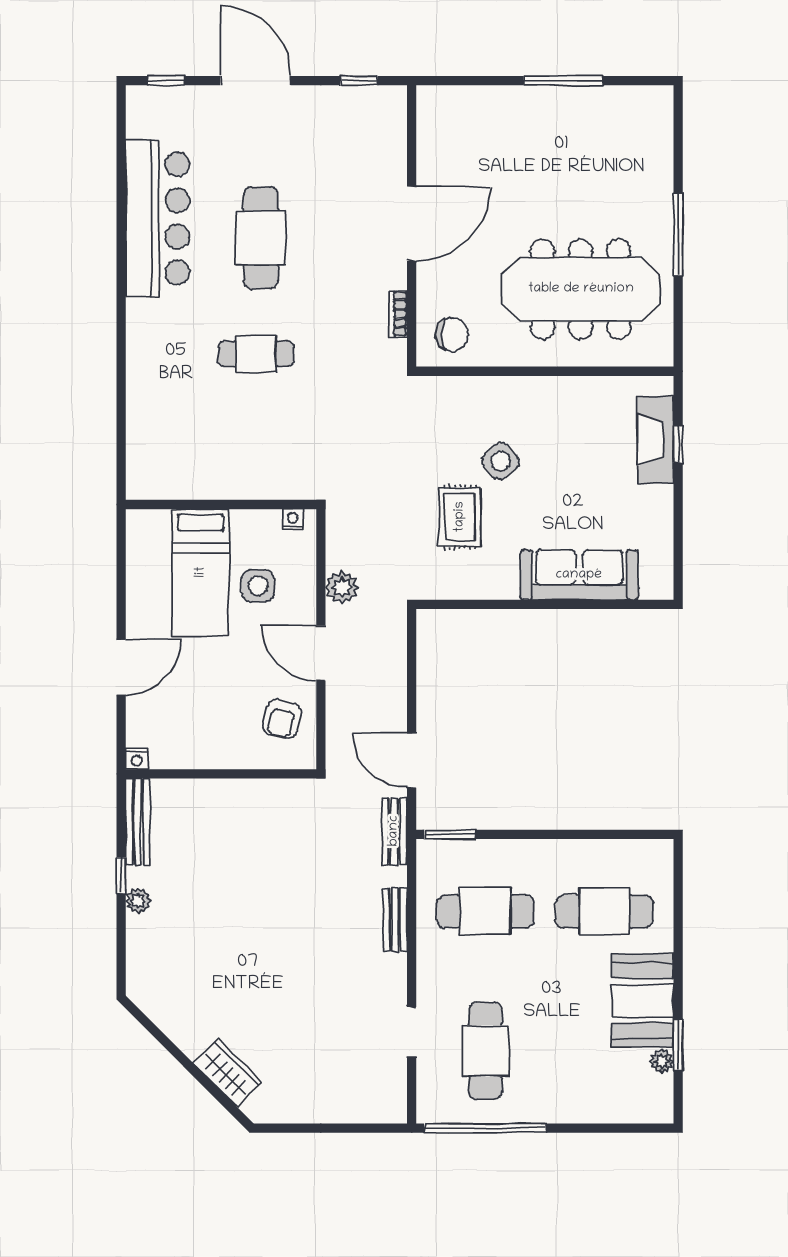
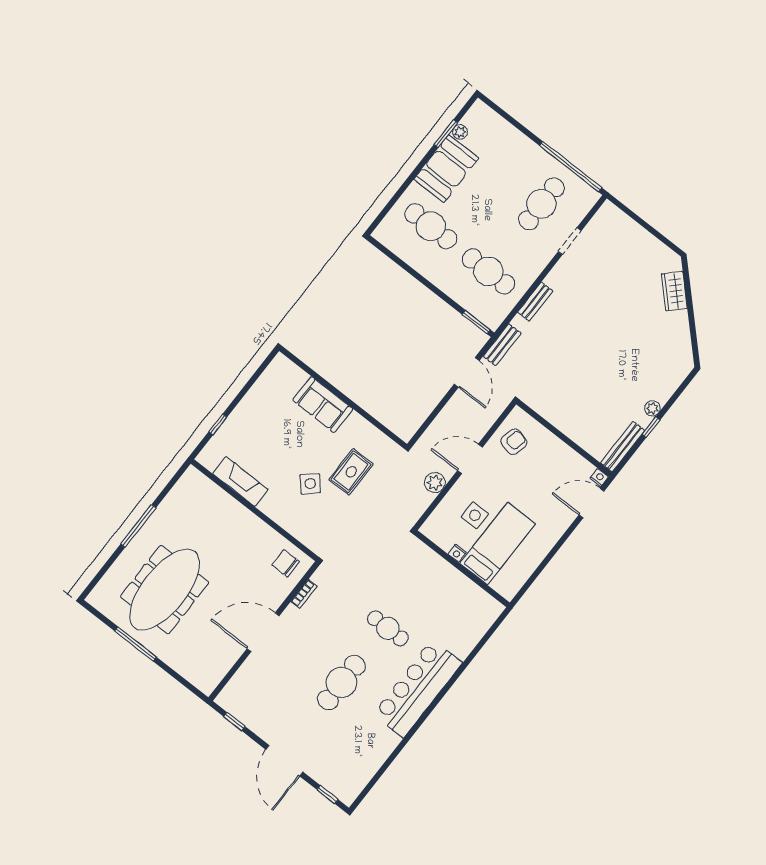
bar counter: (158, 218) -> (418, 688), moved
meeting table: (581, 289) -> (165, 590), moved, turned 90
fireplace: (656, 440) -> (240, 481), moved, turned -90
nightstand: (293, 519) -> (457, 553), moved
sofa: (579, 575) -> (323, 405), width x0.73
door: (321, 653) -> (470, 459), swing flipped
door: (121, 667) -> (591, 503), moved

